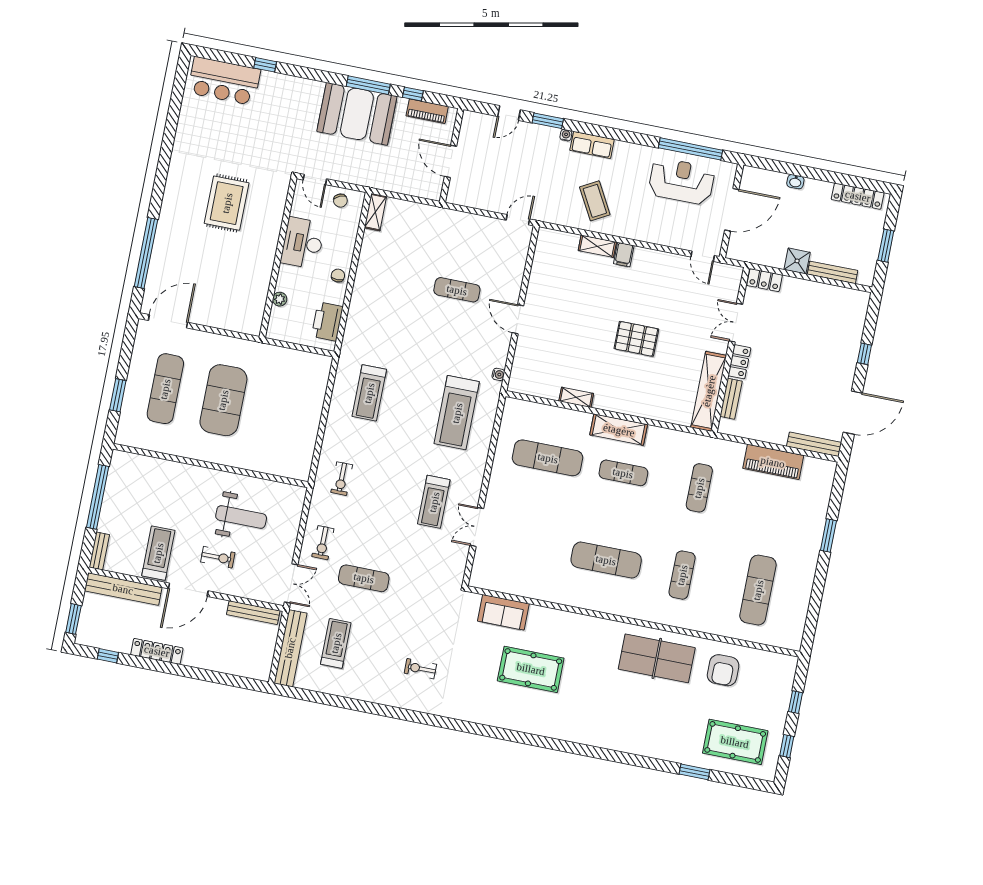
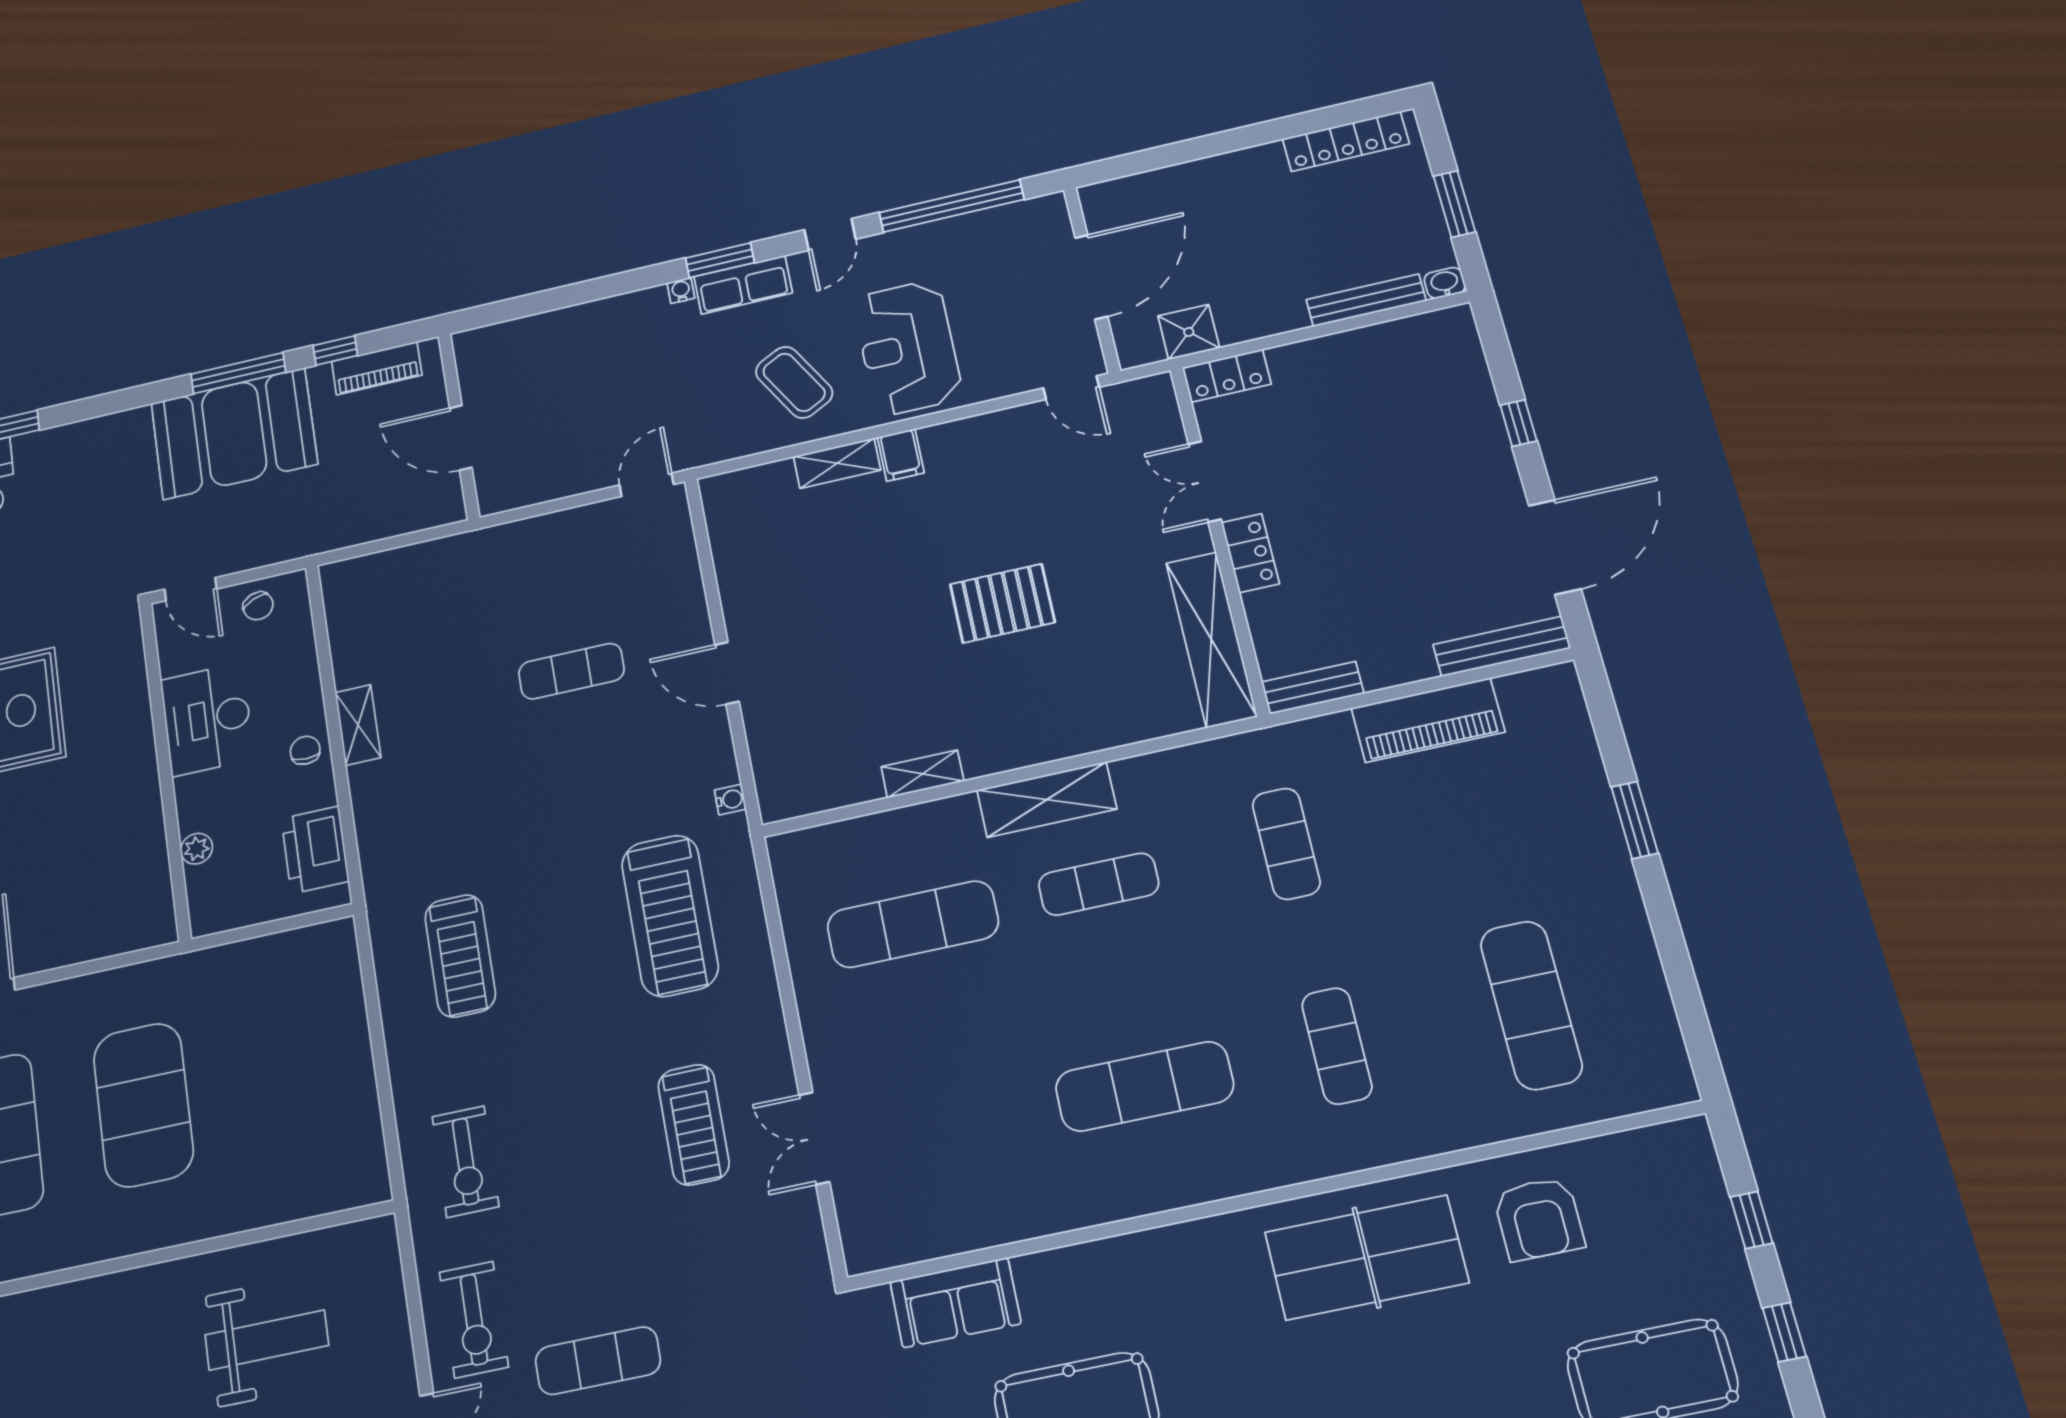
door: (509, 113) -> (830, 235), moved
window: (548, 121) -> (720, 260), moved
reception desk: (681, 181) -> (908, 348), moved, turned -90
washbasin: (795, 182) -> (1445, 283), moved, turned 180
shelving: (375, 212) -> (358, 725), moved
shower: (797, 261) -> (1189, 332), moved
bench: (731, 399) -> (1313, 688), moved, turned 90
exercise bike: (342, 479) -> (465, 1162), width x1.38, depth x1.39
exercise bike: (323, 543) -> (474, 1320), width x1.38, depth x1.39

